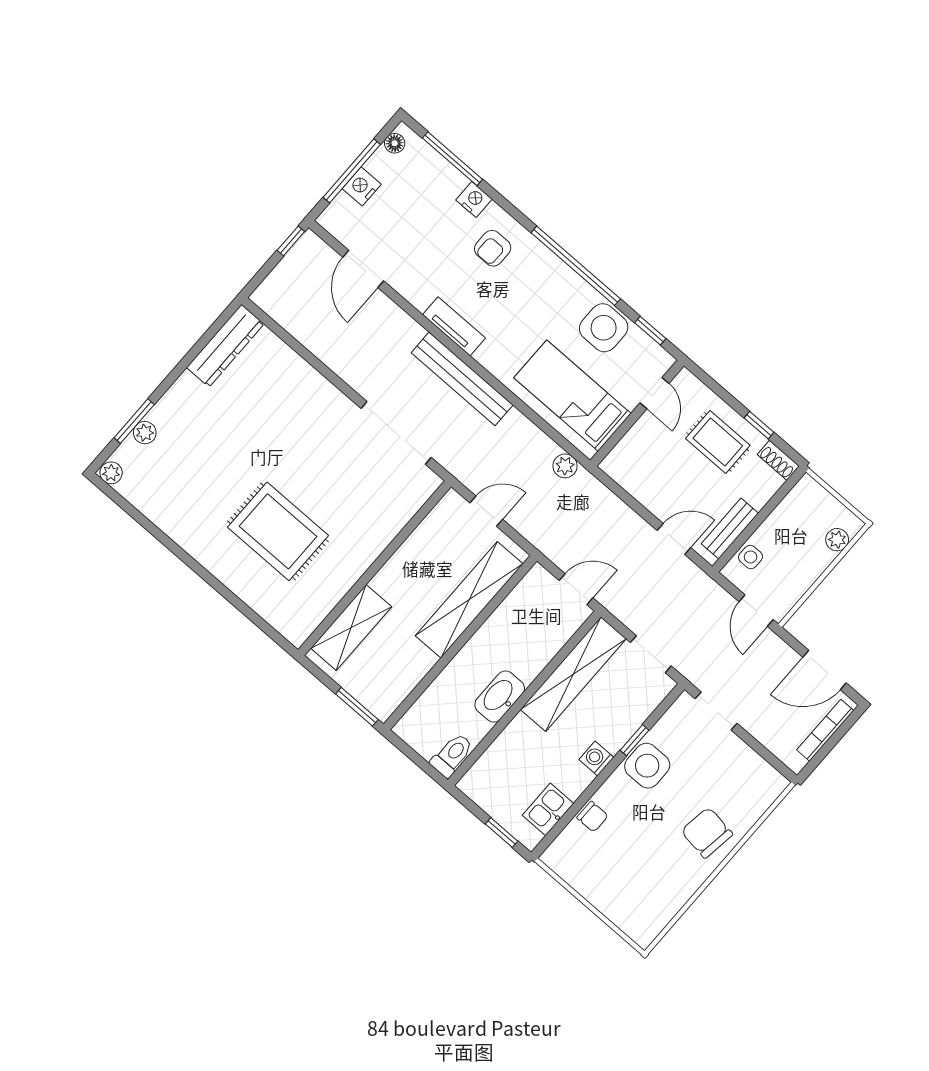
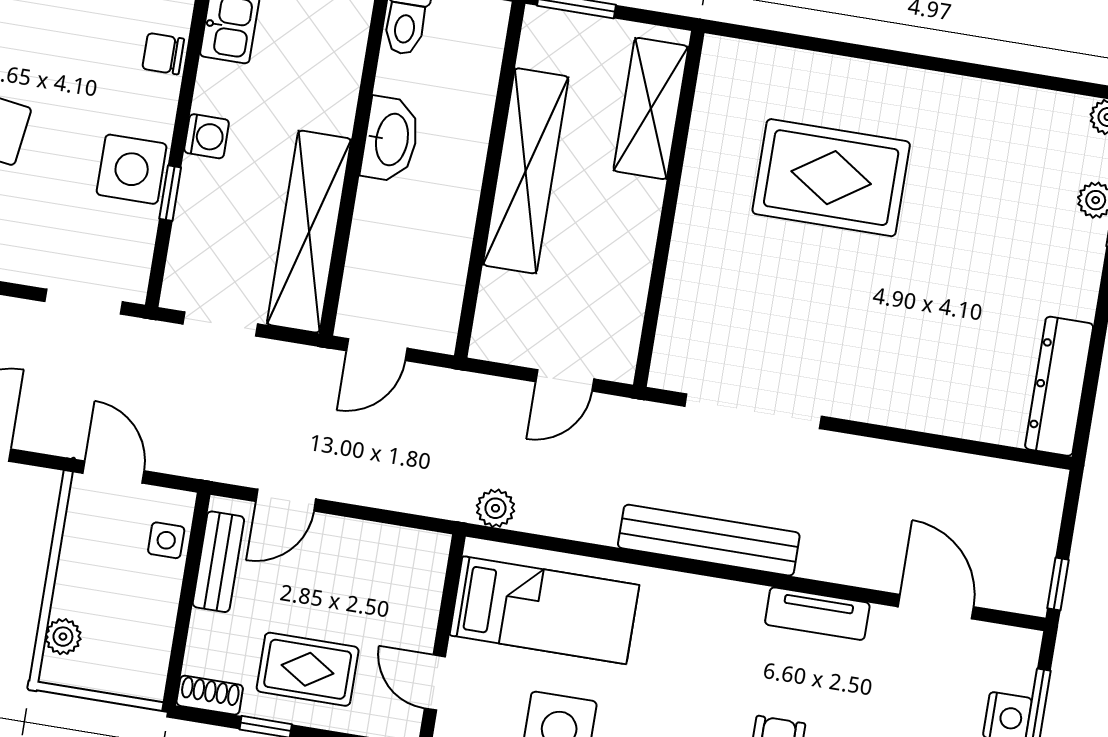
tv unit: (454, 326) -> (817, 614), moved
shelving: (469, 600) -> (526, 171), moved

